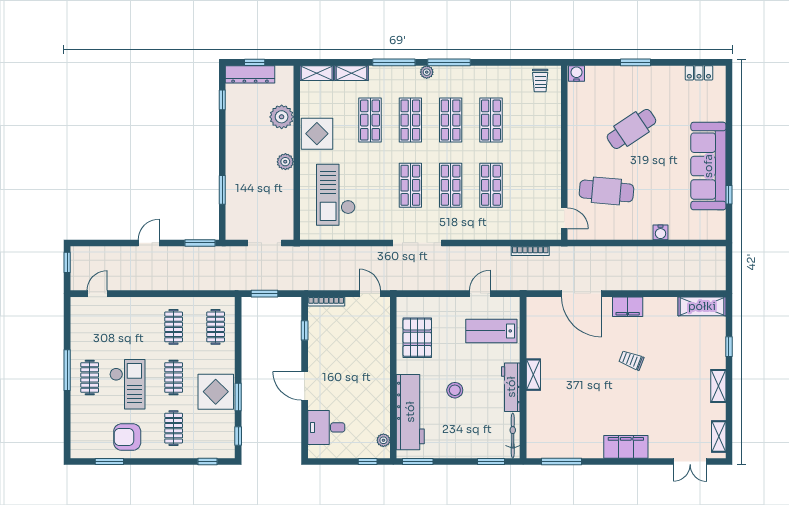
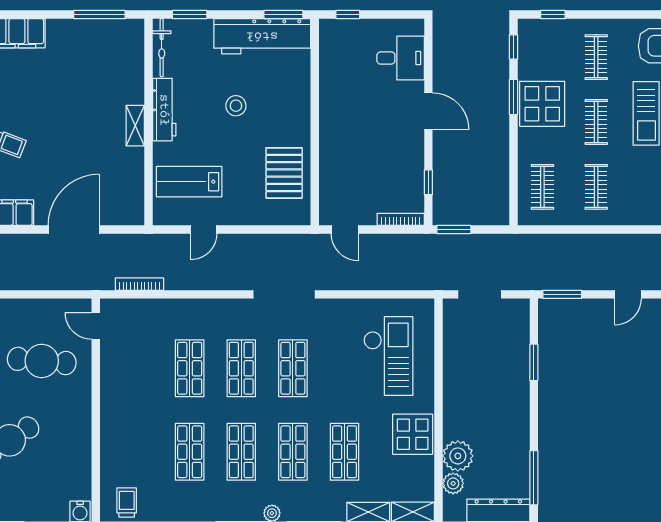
window: (222, 100) -> (534, 478), width x2.17
plant: (285, 162) -> (453, 483), moved
window: (264, 294) -> (454, 229), moved
door: (581, 294) -> (74, 229), hinge flipped
lab bench: (491, 331) -> (189, 182), turned 180
workbench: (410, 412) -> (262, 36), moved, turned -90
plant: (383, 440) -> (327, 42), removed

